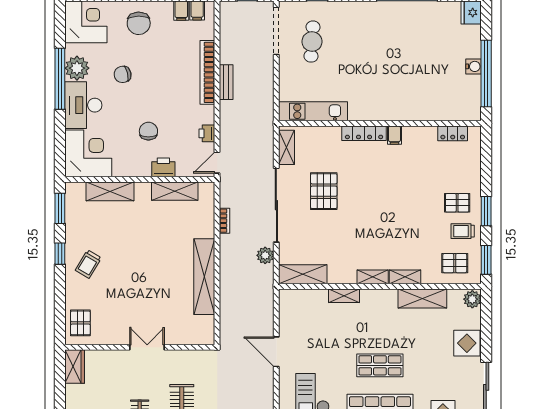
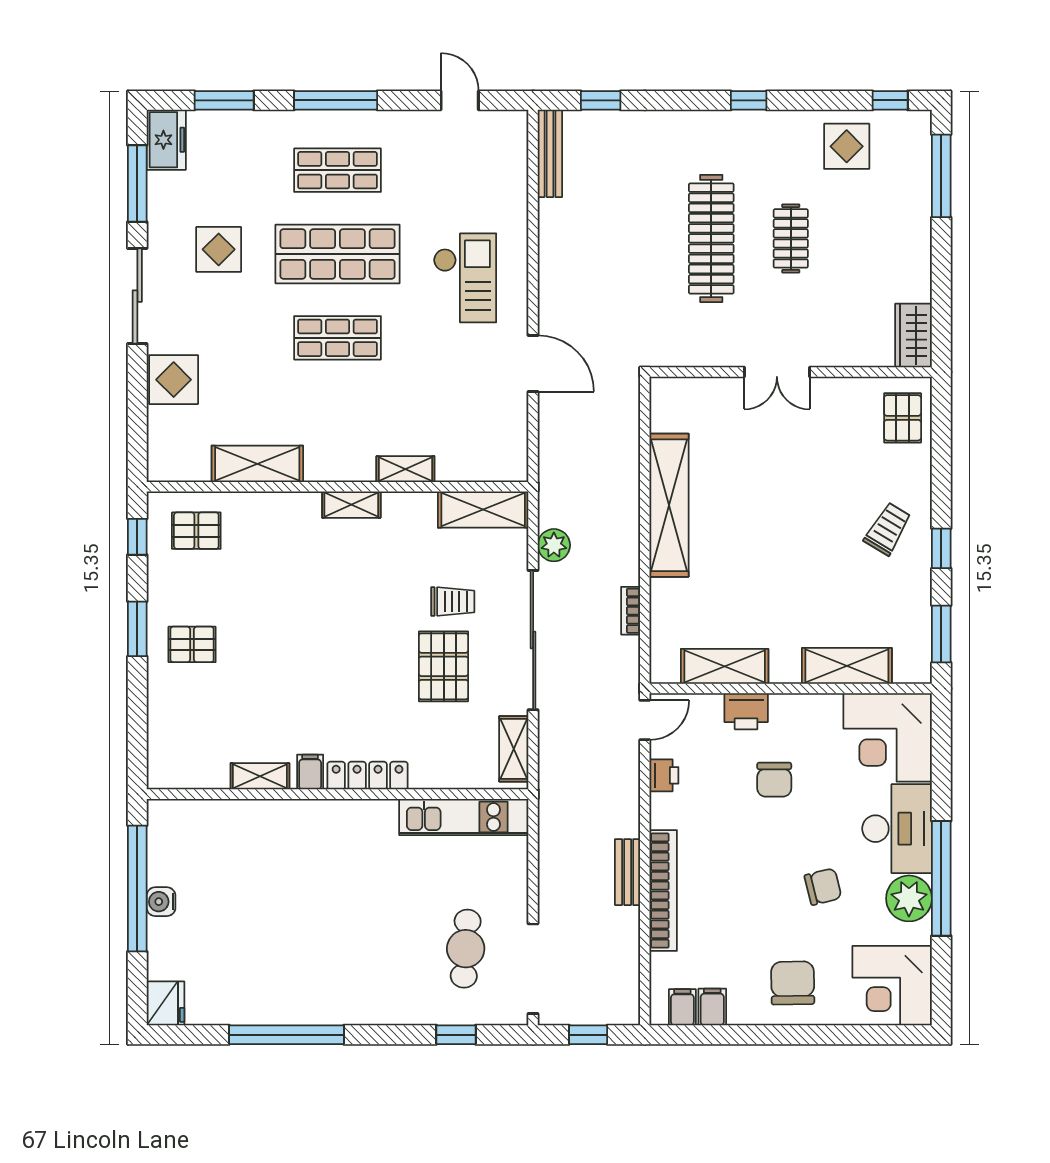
locker: (453, 133) -> (200, 775), removed
trolley: (463, 231) -> (453, 602), moved
window: (486, 260) -> (137, 537), width x0.67
shelving: (405, 277) -> (260, 776), moved
plant: (472, 299) -> (163, 462), removed

